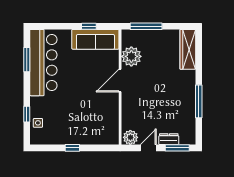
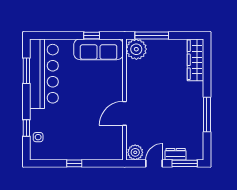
plant: (131, 56) -> (136, 49), moved
door: (120, 81) -> (125, 113), moved

